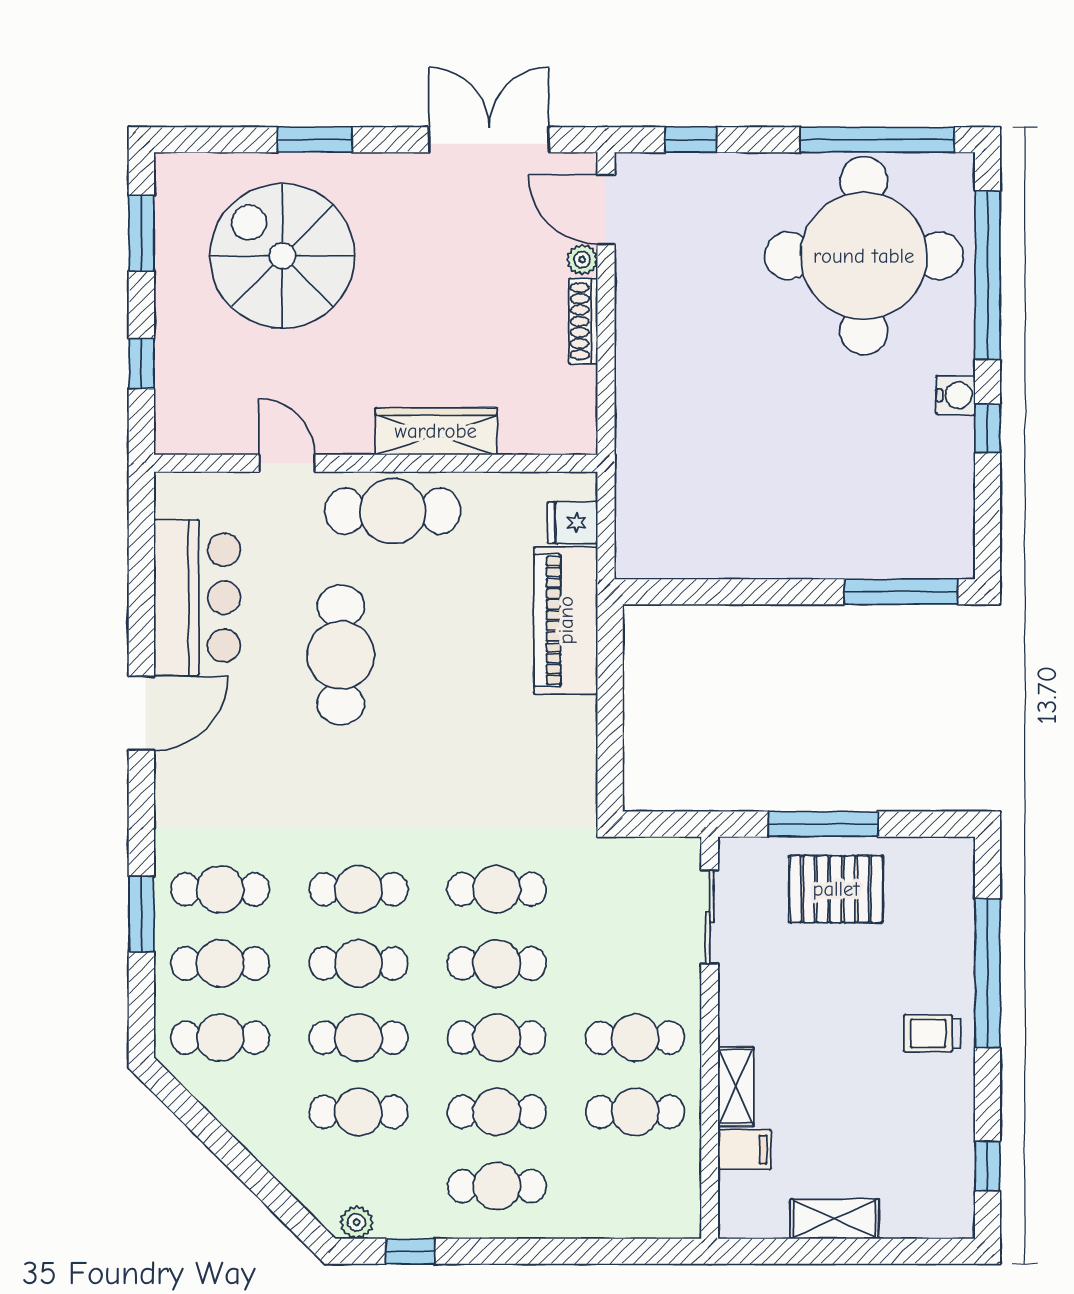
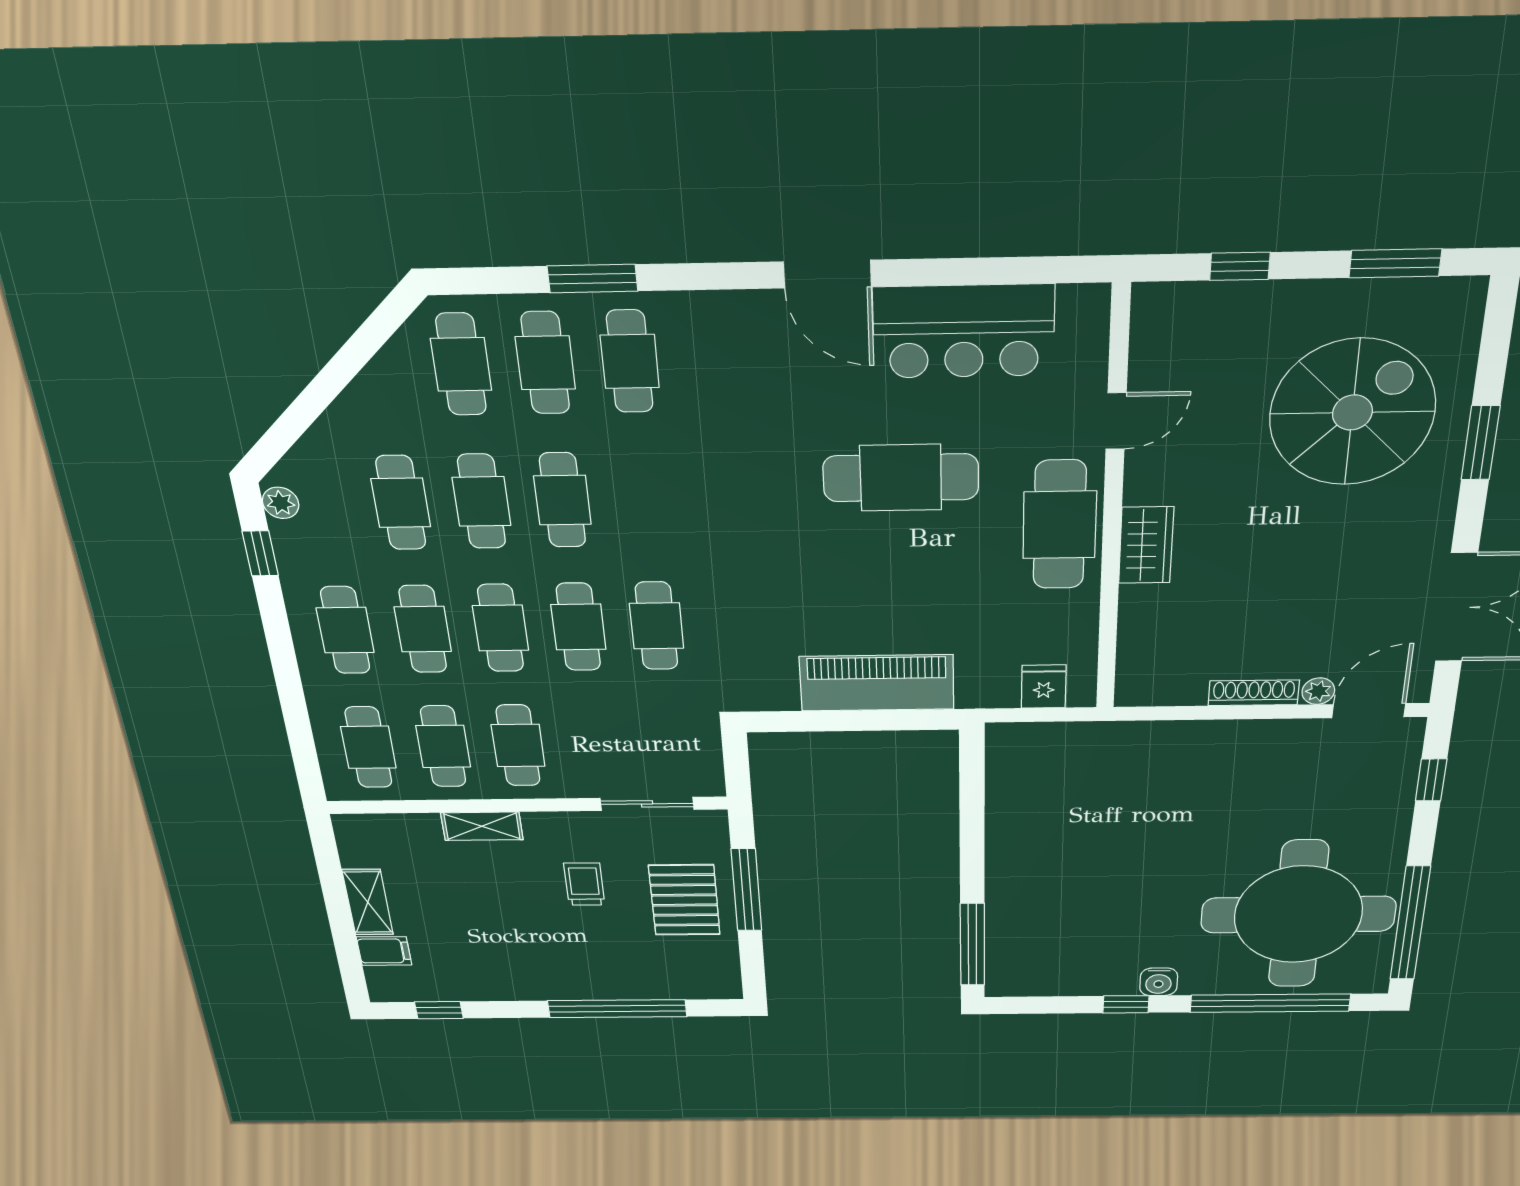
wardrobe: (436, 431) -> (1146, 545), width x0.67
piano: (566, 620) -> (877, 683), moved
cafe table: (358, 889) -> (368, 747), moved
trolley: (932, 1033) -> (584, 884), moved
filing cabinet: (744, 1150) -> (384, 951), moved, turned -90

